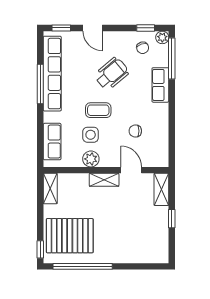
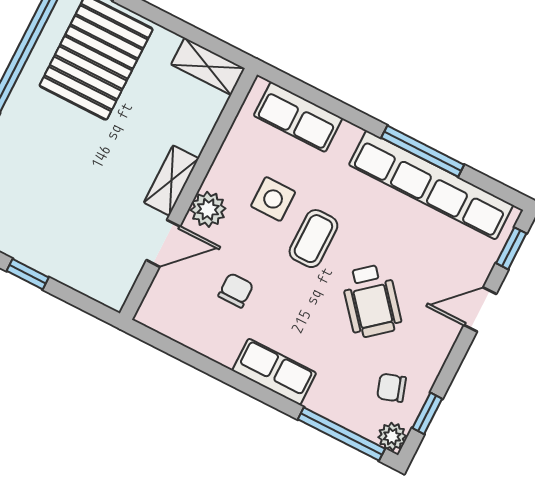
row of seats: (160, 85) -> (274, 372), moved
plant: (91, 159) -> (208, 209), moved
shelving: (161, 189) -> (95, 283), removed

